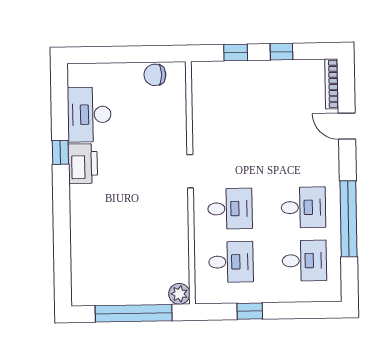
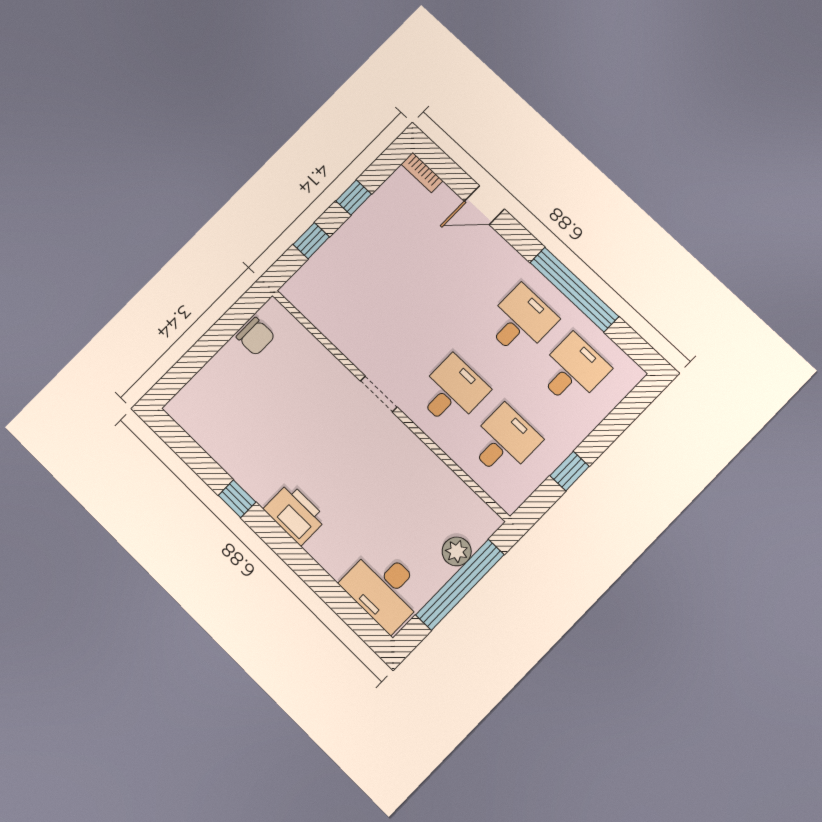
chair: (155, 75) -> (256, 336), turned -90
bookcase: (332, 84) -> (422, 172), width x0.64
desk: (89, 115) -> (384, 589), moved
printer: (83, 164) -> (295, 514), moved
plant: (179, 294) -> (457, 551), moved

